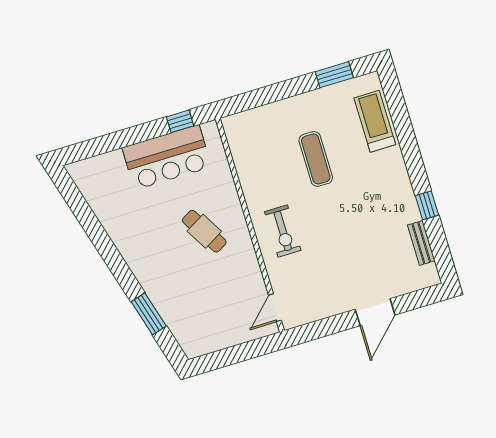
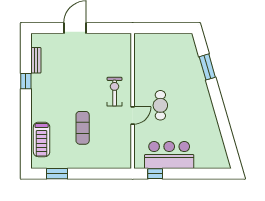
cafe table: (204, 231) -> (160, 105), turned 30
door: (275, 308) -> (133, 116), moved

